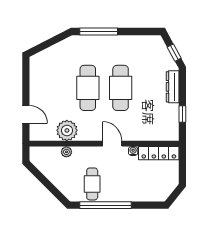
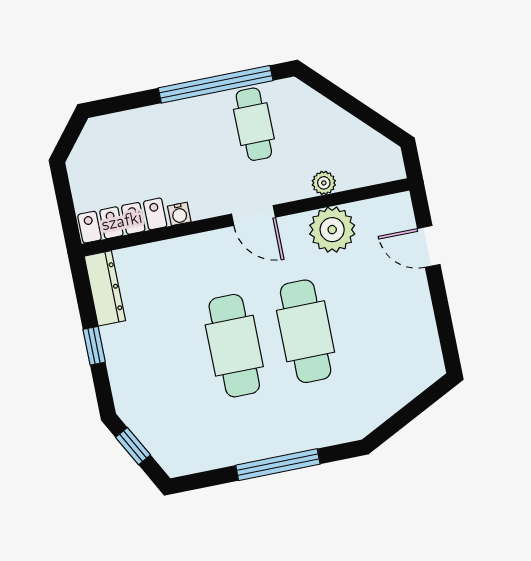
window: (99, 31) -> (278, 465), moved
dresser: (173, 87) -> (105, 288), moved
window: (182, 114) -> (94, 346), moved
door: (112, 144) -> (253, 216), moved

